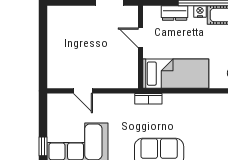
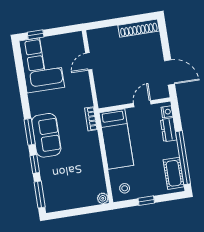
nightstand: (200, 11) -> (167, 112), moved
shoe rack: (54, 29) -> (139, 28), added

